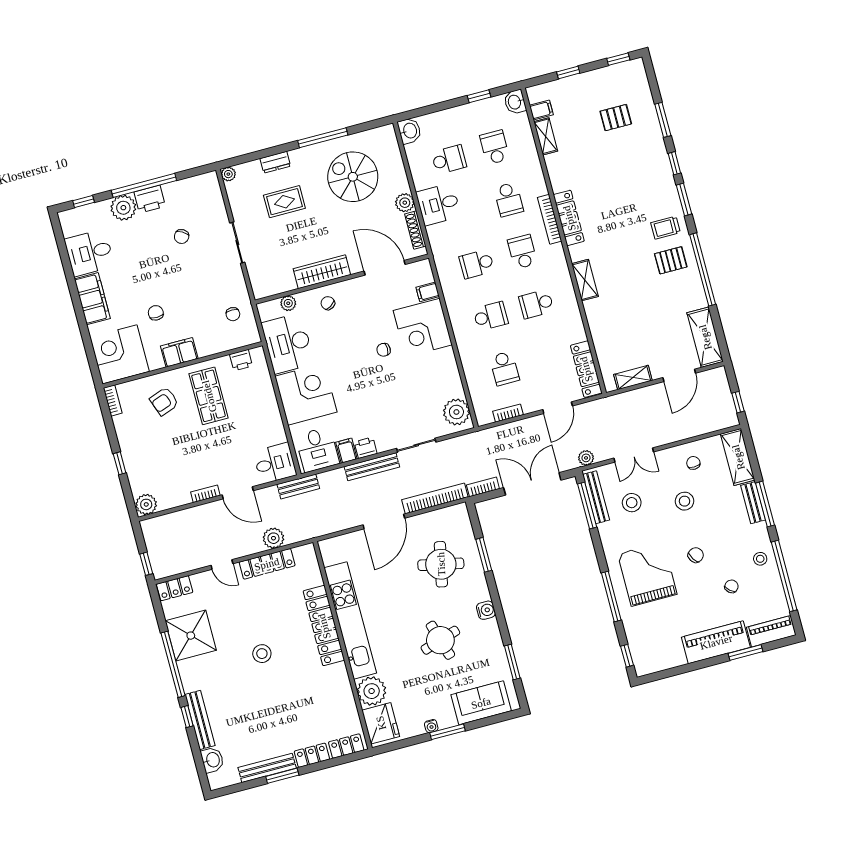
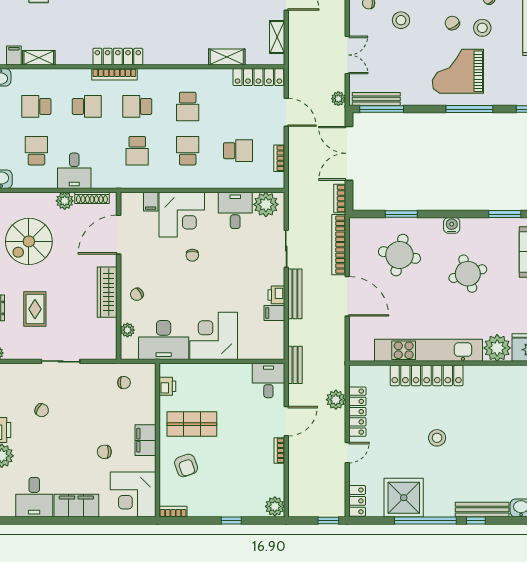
shelving: (585, 280) -> (227, 57), moved
desk: (317, 449) -> (235, 210), moved, turned -90
stool: (632, 503) -> (482, 28), moved

